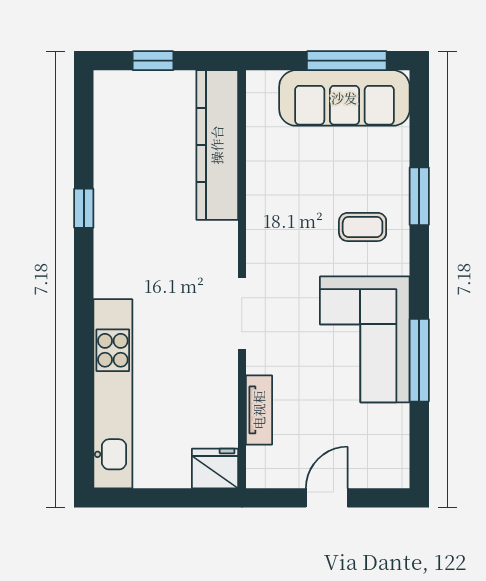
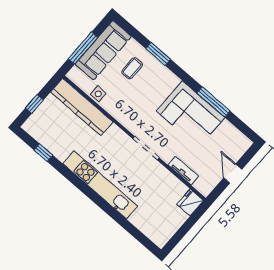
window: (347, 61) -> (83, 48), moved
side table: (264, 154) -> (98, 94), added
window: (84, 208) -> (43, 153), moved
coffee table: (363, 227) -> (132, 68), moved
kitchen unit: (113, 394) -> (100, 185), moved

